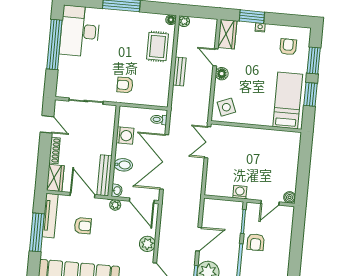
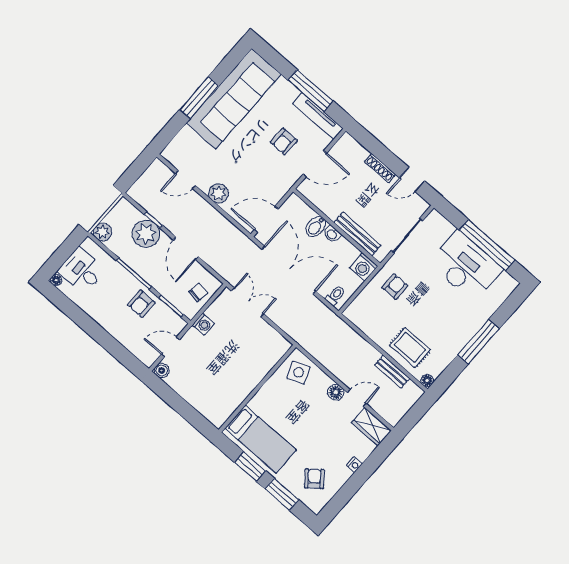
window: (252, 17) -> (371, 464), removed
plant: (184, 21) -> (416, 393), removed
desk: (80, 31) -> (466, 266), moved
armchair: (288, 47) -> (314, 479), turned -129
bench: (179, 71) -> (392, 372), moved
washing machine: (125, 135) -> (364, 267), moved
double door: (208, 142) -> (247, 302), moved
bench: (105, 175) -> (357, 234), moved
wardrobe: (55, 178) -> (352, 149), removed
washbasin: (117, 191) -> (332, 234), moved
door: (270, 203) -> (171, 347), hinge flipped
plant: (115, 205) -> (281, 189), removed
chair: (222, 210) -> (198, 292), added
armchair: (256, 242) -> (141, 304), turned -90

